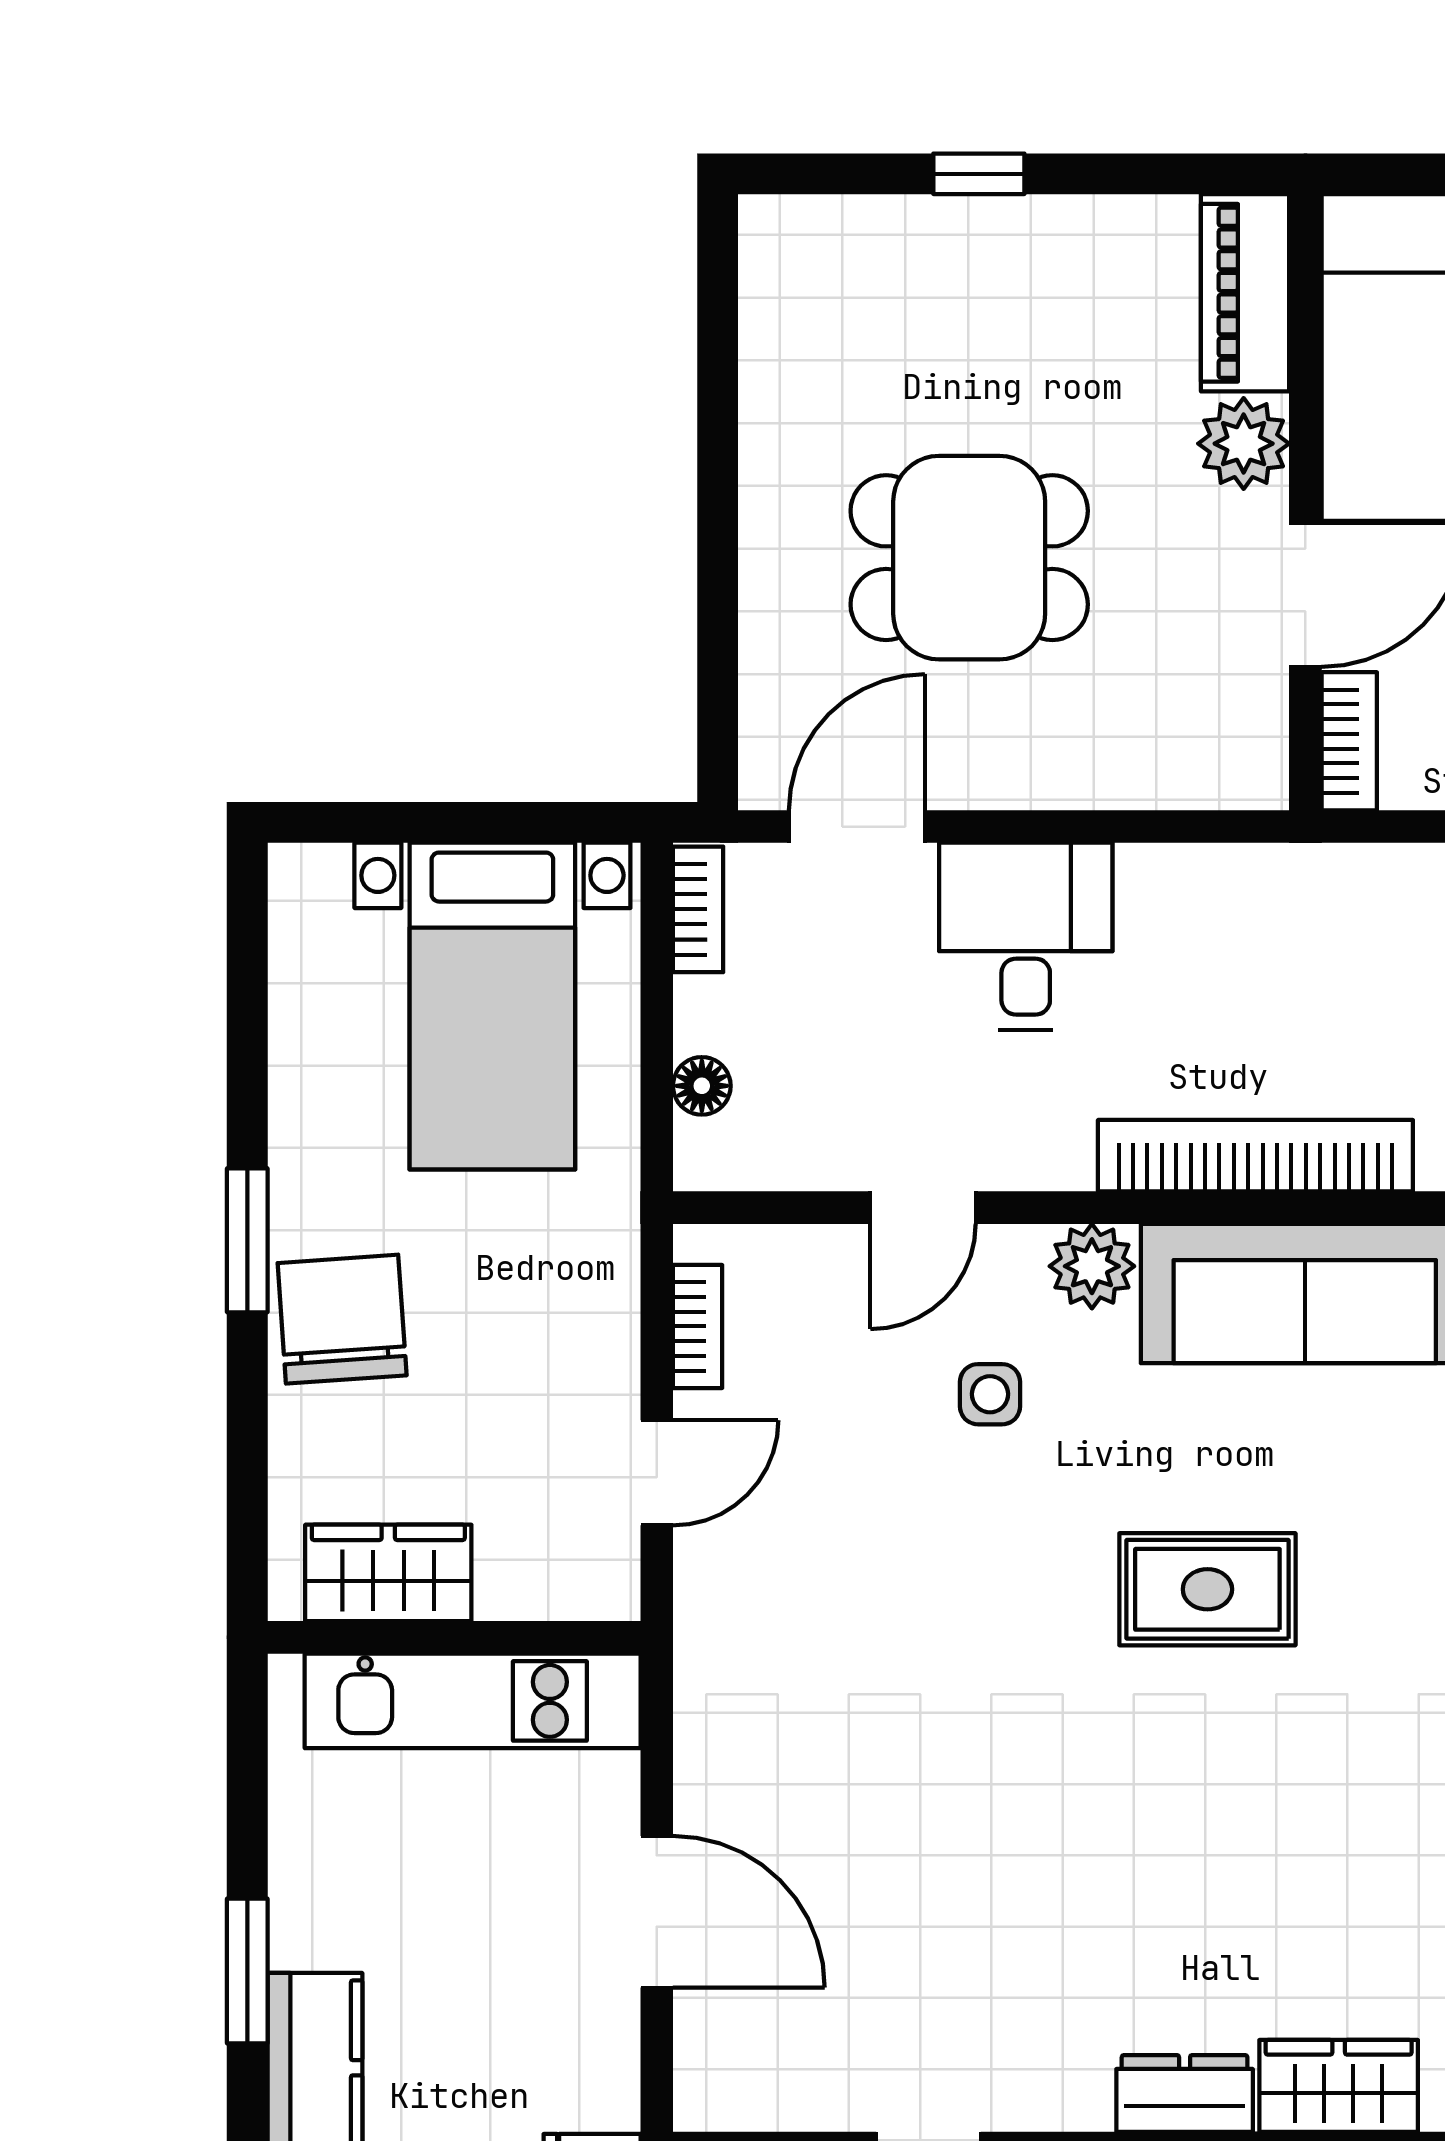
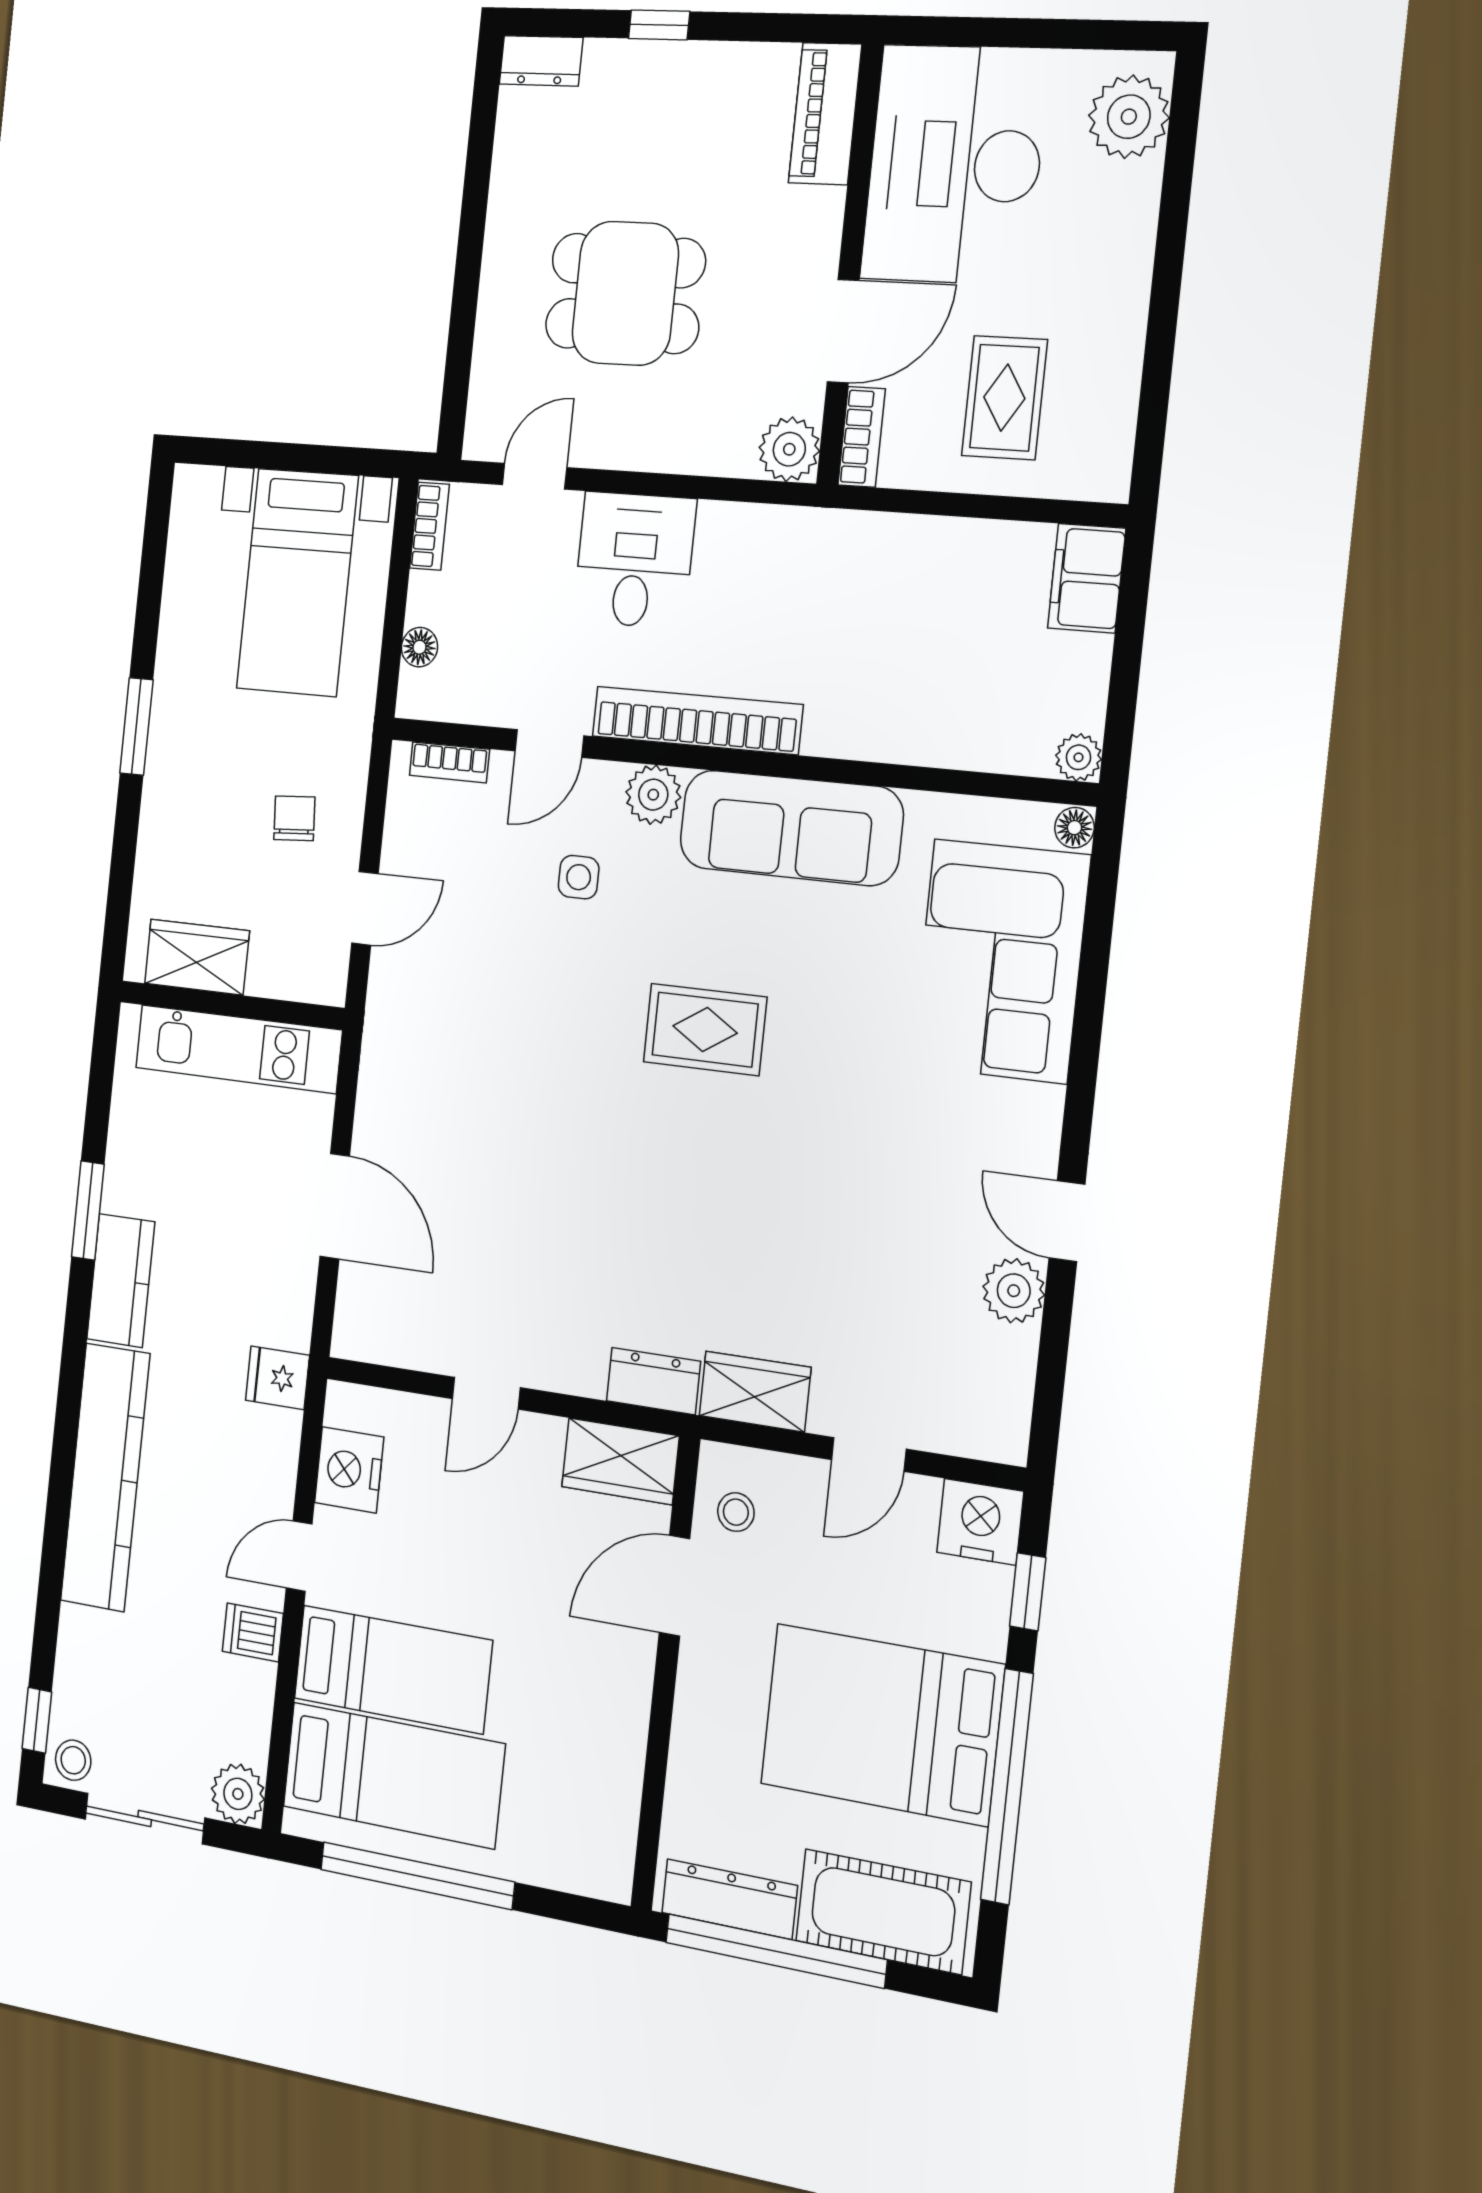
dresser: (800, 229) -> (541, 61), added
plant: (1244, 444) -> (789, 449), moved
door: (857, 827) -> (535, 476), width x0.73
bookcase: (1255, 1156) -> (697, 720), moved
chair: (342, 1319) -> (294, 818), moved, width x0.54, depth x0.54
bookcase: (698, 1326) -> (449, 762), moved, turned 90

